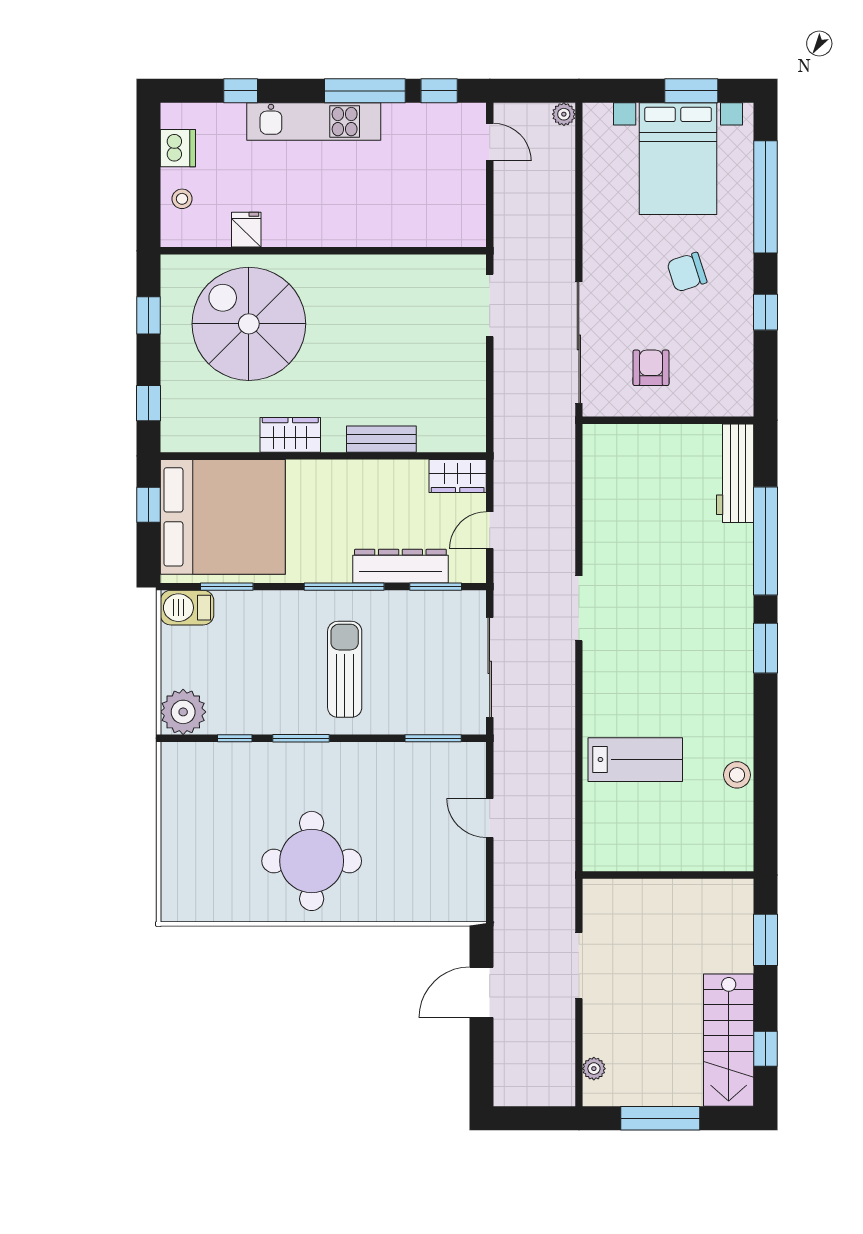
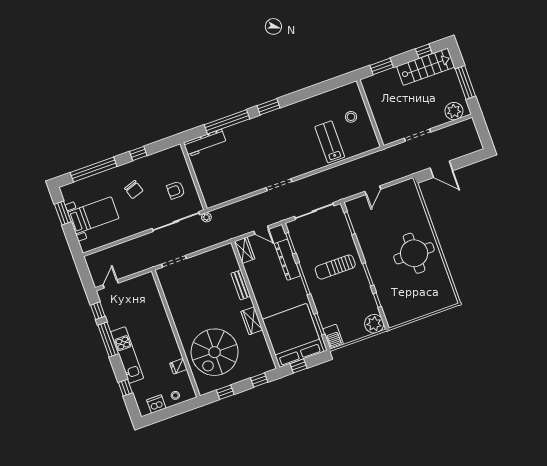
plant: (564, 114) -> (206, 217), moved
bed with nightstands: (678, 159) -> (93, 215), width x0.73
stool: (737, 775) -> (351, 117), moved
plant: (594, 1069) -> (454, 111), width x1.88, depth x1.88

